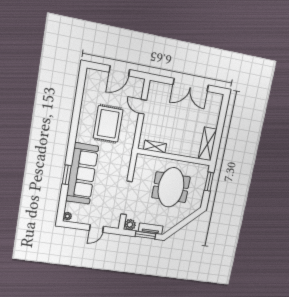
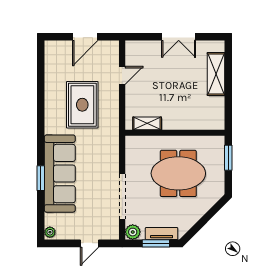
double door: (191, 85) -> (179, 37), width x0.73
door: (143, 107) -> (122, 75), swing flipped
shelving: (207, 144) -> (216, 74), moved
meeting table: (171, 187) -> (178, 173), turned 90

